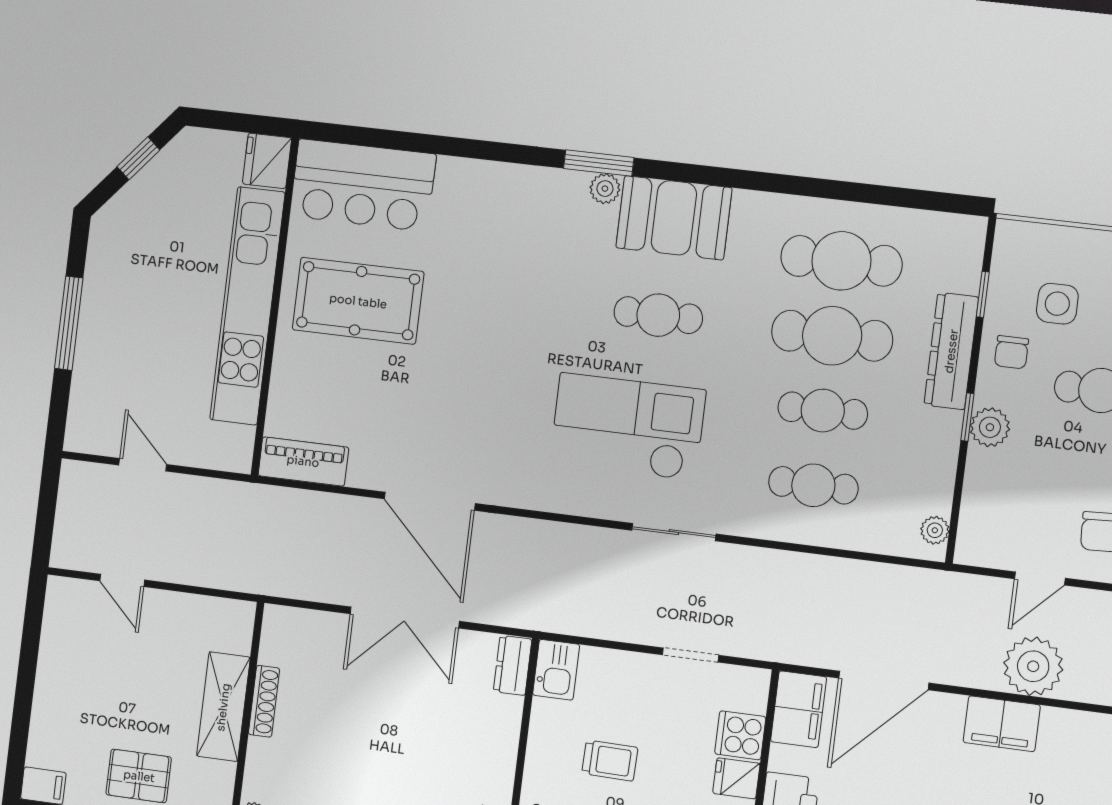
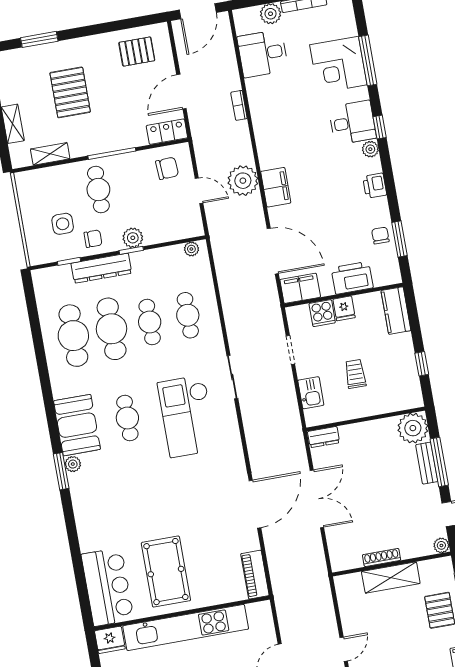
kitchen sink: (556, 670) -> (311, 393), moved, turned 90

